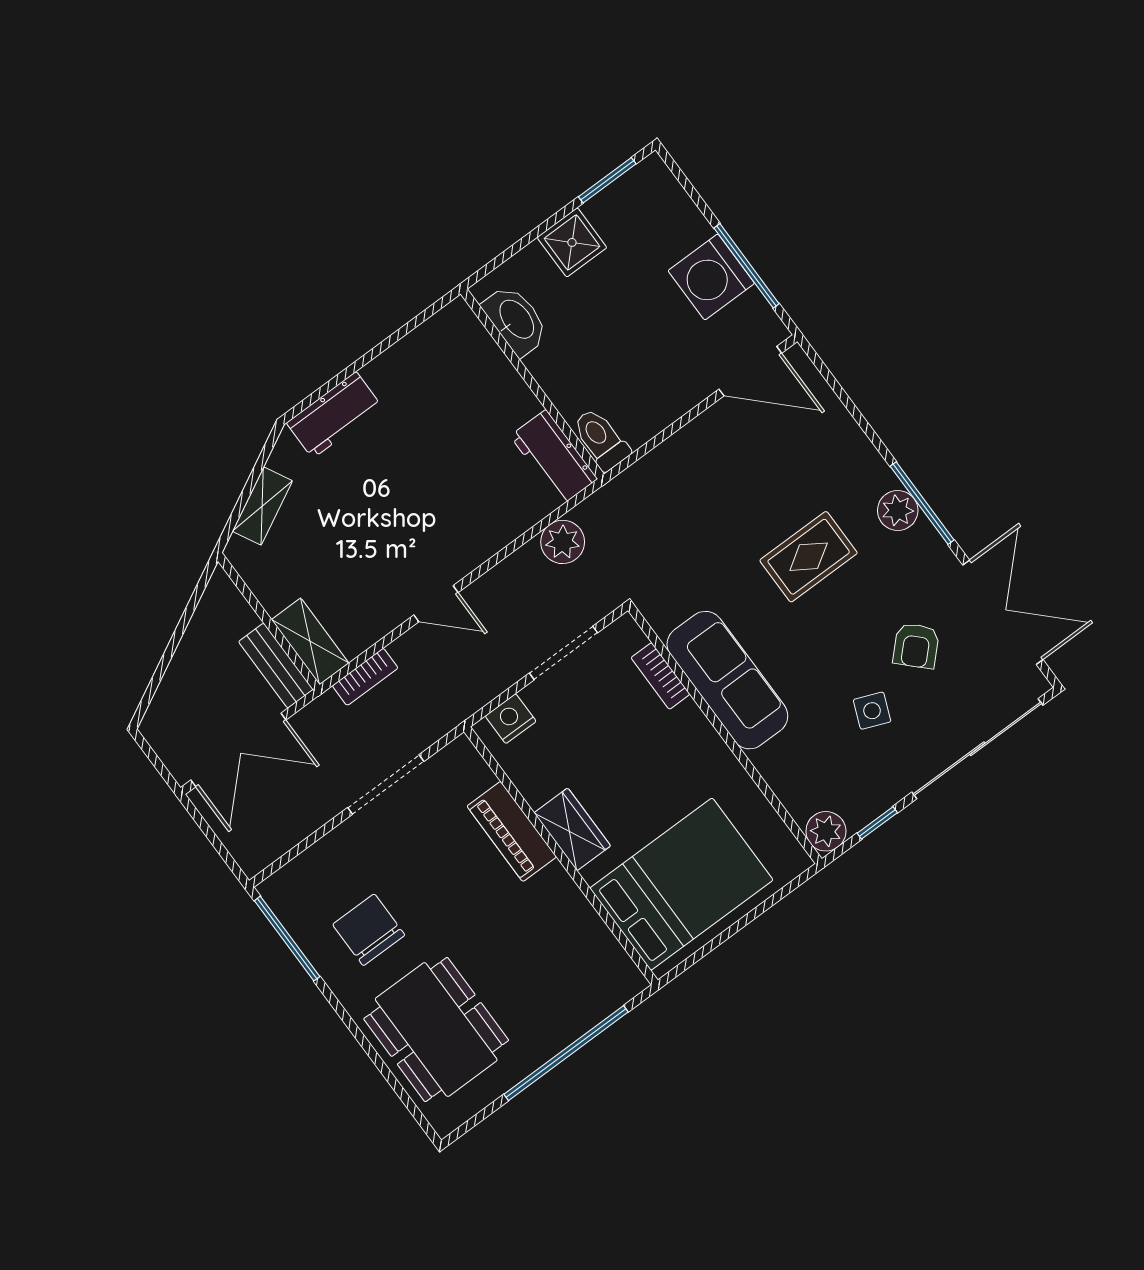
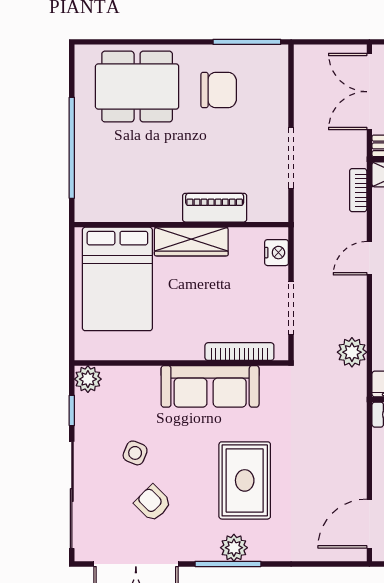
rug: (809, 557) -> (245, 480), width x1.36, depth x1.43
bookcase: (660, 676) -> (239, 352), width x1.56
wardrobe: (572, 829) -> (191, 242), width x1.50

